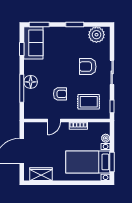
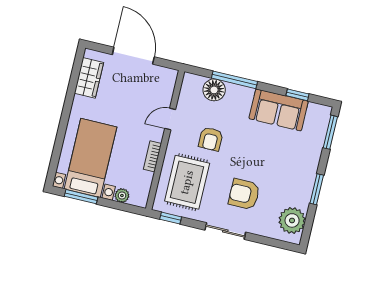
sofa: (33, 43) -> (279, 110), moved
armchair: (88, 67) -> (244, 194), turned -90
floor lamp: (31, 82) -> (214, 90), moved
rug: (89, 102) -> (187, 182), width x1.36, depth x1.43
door: (54, 121) -> (170, 119), hinge flipped

